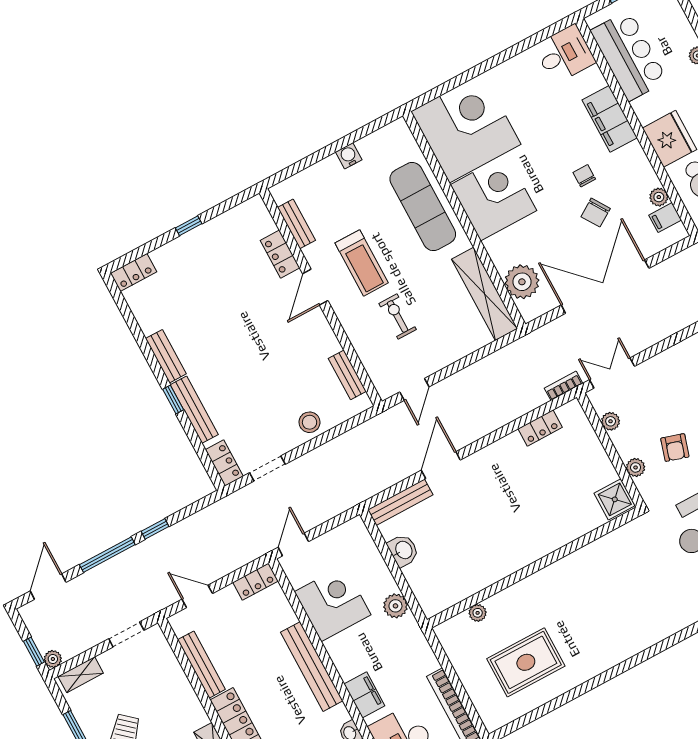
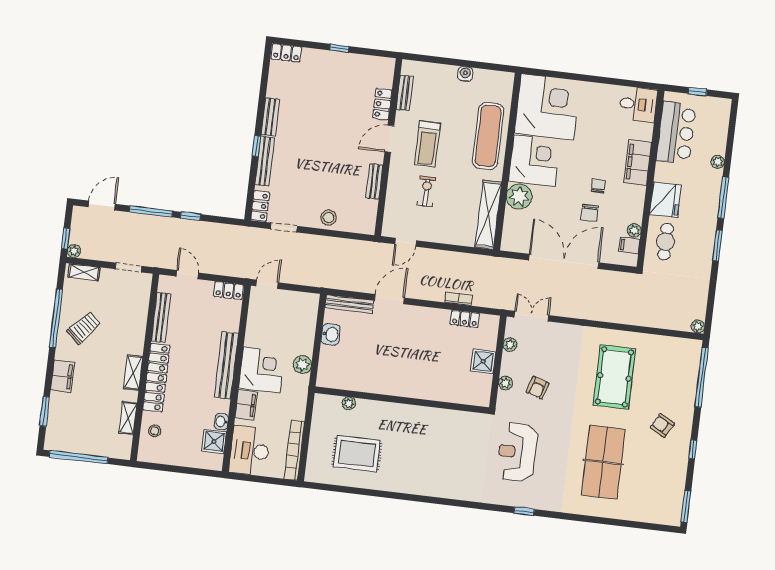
chair: (596, 213) -> (590, 213), turned -57
plant: (522, 282) -> (519, 197), moved
bench: (347, 375) -> (374, 181), moved
bookcase: (564, 386) -> (459, 299), moved
shower: (615, 499) -> (483, 361), moved
corner desk: (333, 603) -> (262, 370), moved

